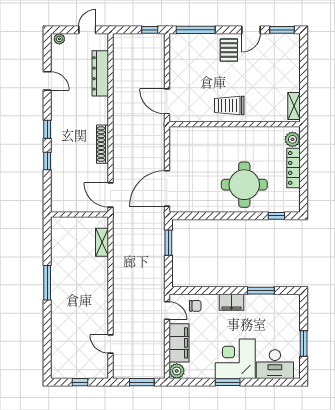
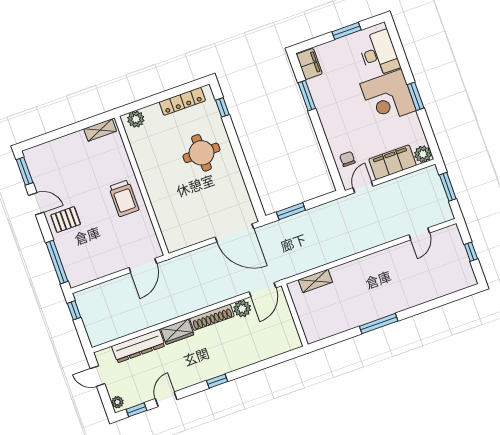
wardrobe: (101, 110) -> (177, 332), added
window: (47, 161) -> (136, 410), moved
locker: (294, 168) -> (182, 101), moved
plant: (101, 172) -> (242, 309), added
round table: (244, 185) -> (201, 153), width x0.73, depth x0.73
filing cabinet: (231, 302) -> (309, 64), moved

